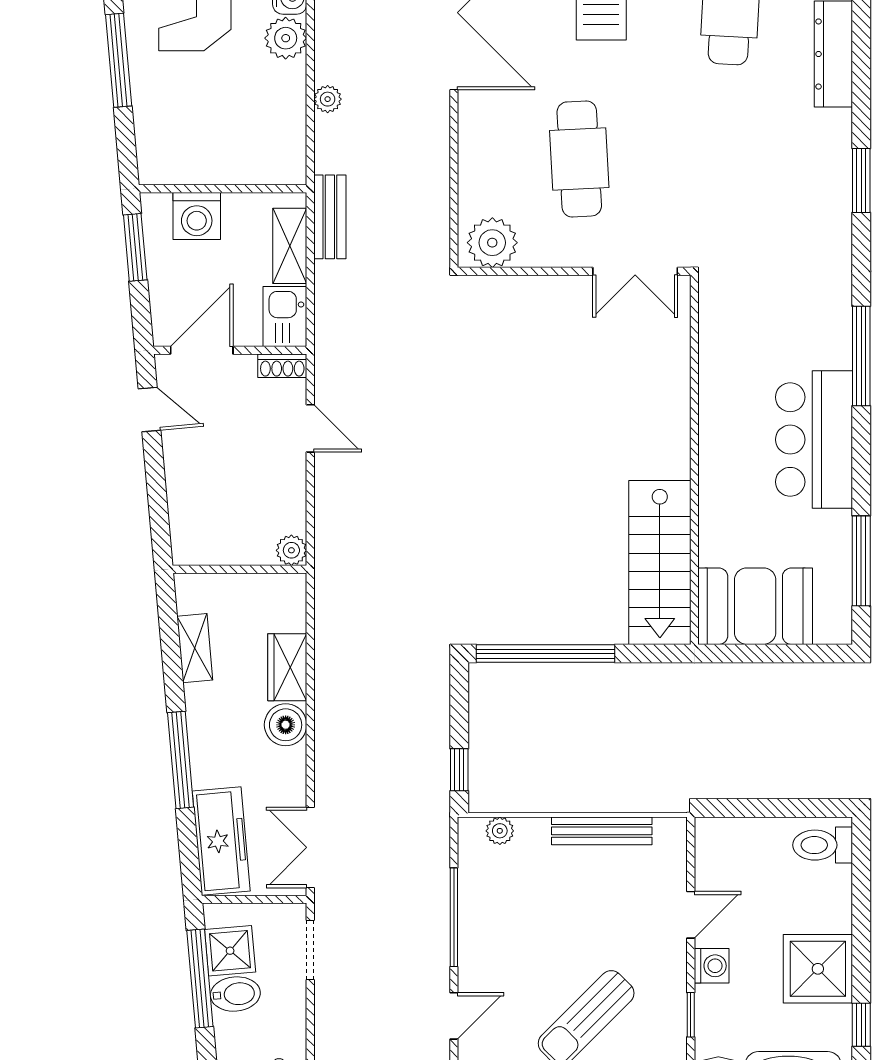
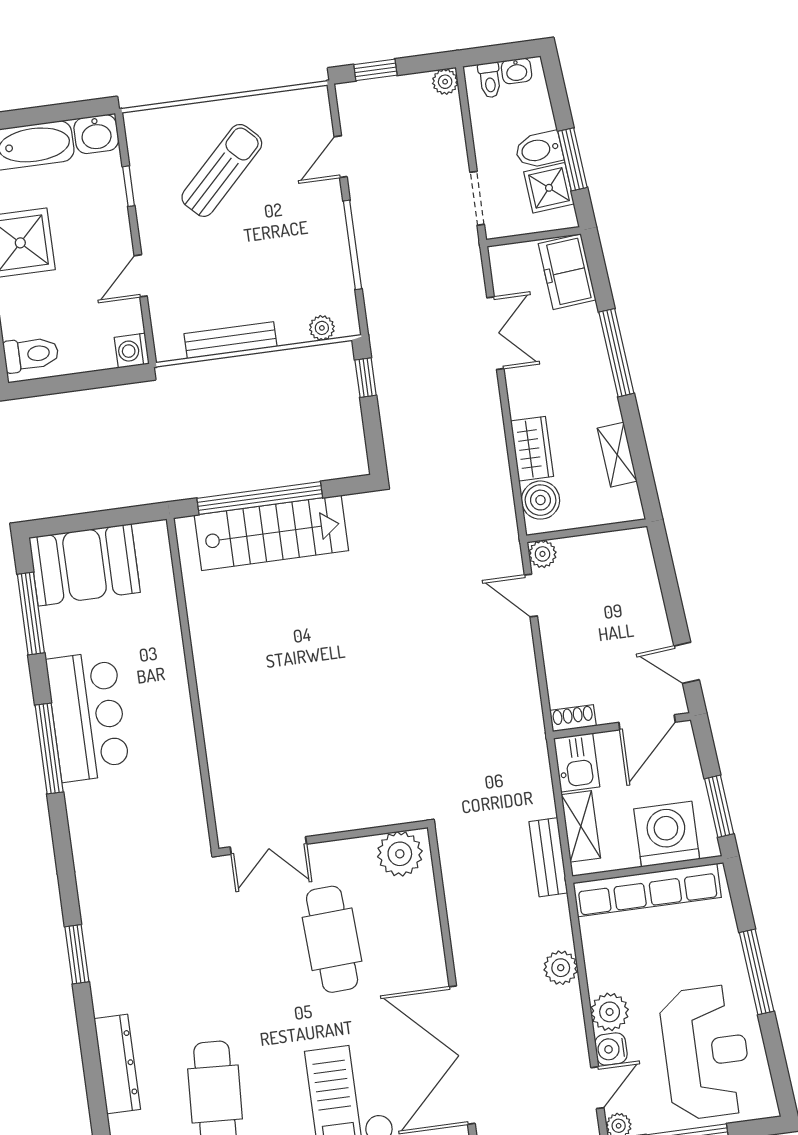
plant: (328, 99) -> (561, 968), width x1.38, depth x1.38
row of seats: (226, 166) -> (647, 890), added
washing machine: (197, 216) -> (667, 834), width x1.37, depth x1.37
double door: (635, 271) -> (268, 845), swing flipped
window: (861, 356) -> (49, 748), moved
door: (310, 428) -> (531, 595), moved
stairs: (660, 562) -> (271, 533), moved, turned 90
booth: (755, 606) -> (85, 565), moved
window: (545, 654) -> (260, 498), moved
boiler: (286, 725) -> (540, 500), moved
freezer: (221, 841) -> (567, 272), width x0.71
double door: (310, 847) -> (495, 333), moved
washing machine: (712, 966) -> (132, 351), moved
window: (200, 979) -> (573, 159), width x0.69

